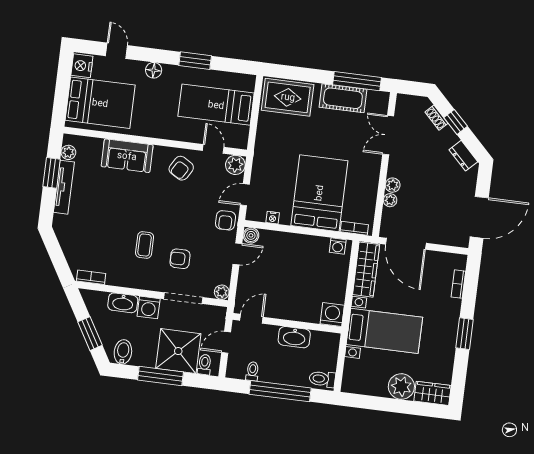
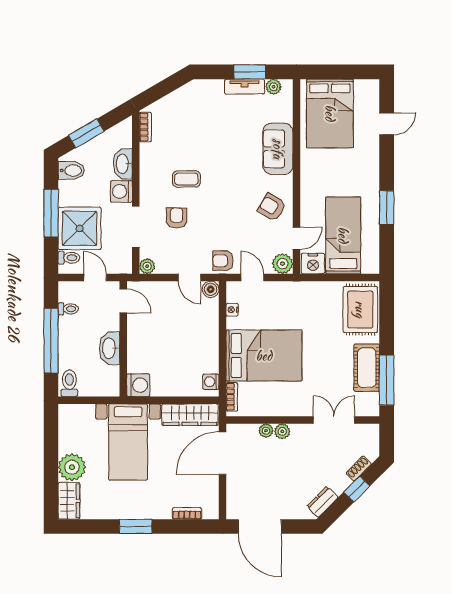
nightstand: (82, 66) -> (313, 264), moved, turned 180
floor lamp: (154, 70) -> (371, 165), removed
tv unit: (64, 187) -> (245, 87), width x0.71

